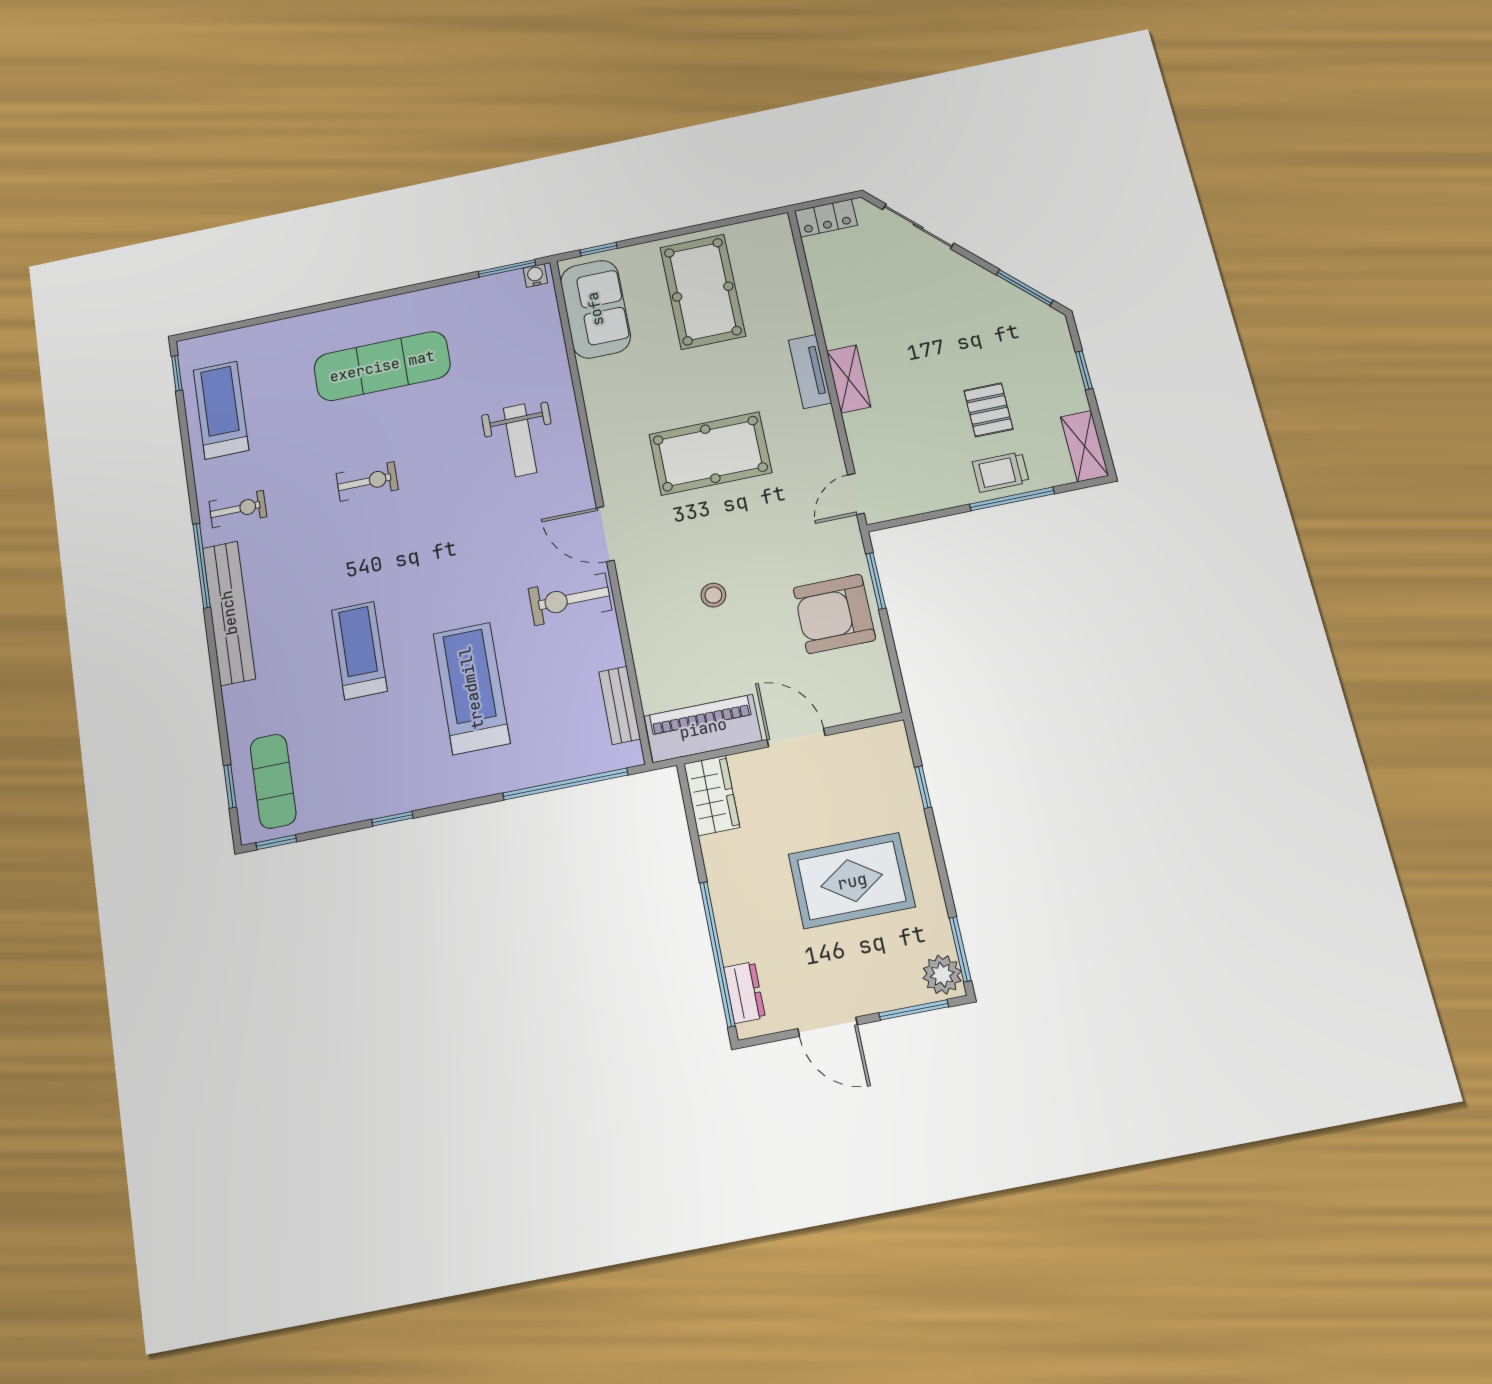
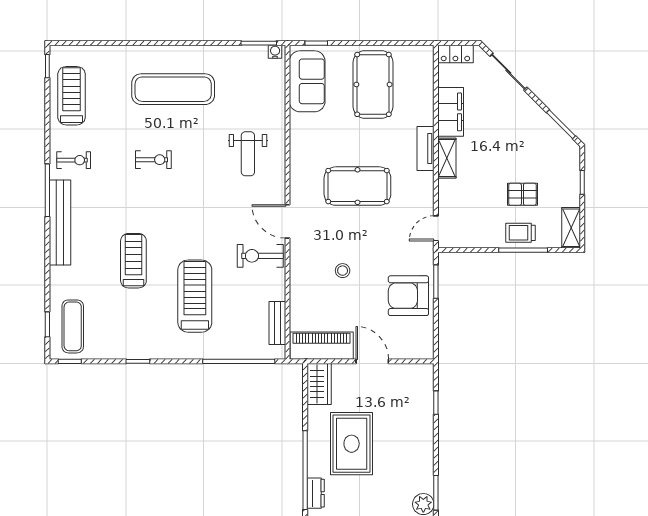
filing cabinet: (838, 307) -> (451, 112), added
pallet: (988, 410) -> (522, 194), turned 90
rug: (852, 881) -> (352, 444), moved, turned 90

